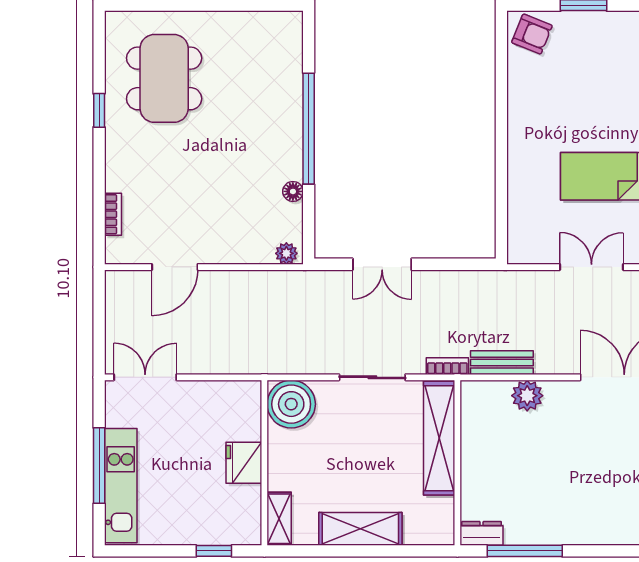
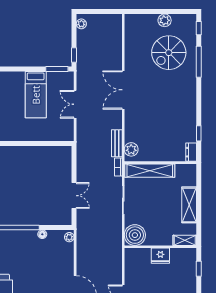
plant: (527, 396) -> (131, 149), moved
window: (525, 551) -> (199, 133), width x0.46

